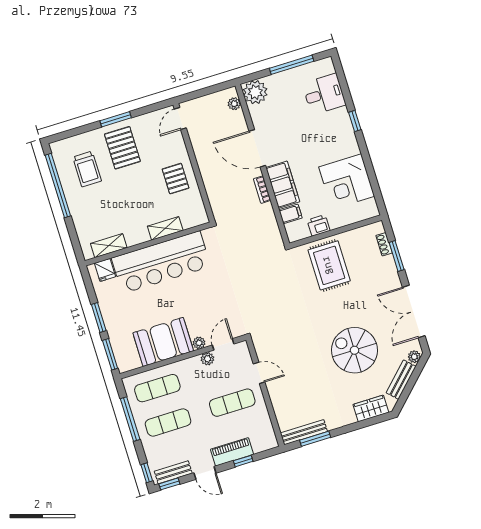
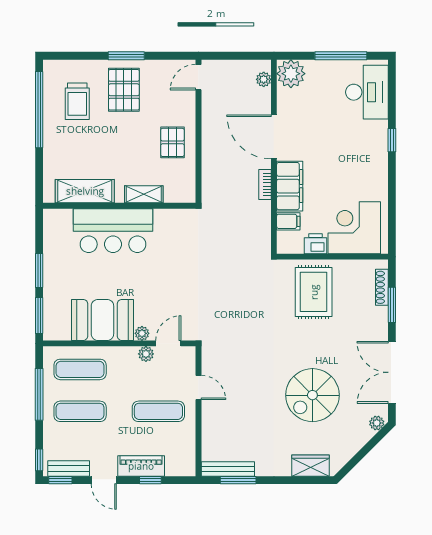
desk: (324, 94) -> (367, 92), width x1.37
corner desk: (347, 182) -> (354, 228), moved, turned 90
shoe rack: (384, 244) -> (382, 287), width x1.43
shelving: (109, 246) -> (85, 191), width x1.50, depth x1.33
bar counter: (161, 262) -> (113, 231), width x0.73
fridge: (105, 270) -> (62, 220), removed
spiral stairs: (354, 350) -> (312, 395), turned -90
bench: (401, 380) -> (354, 444), removed

